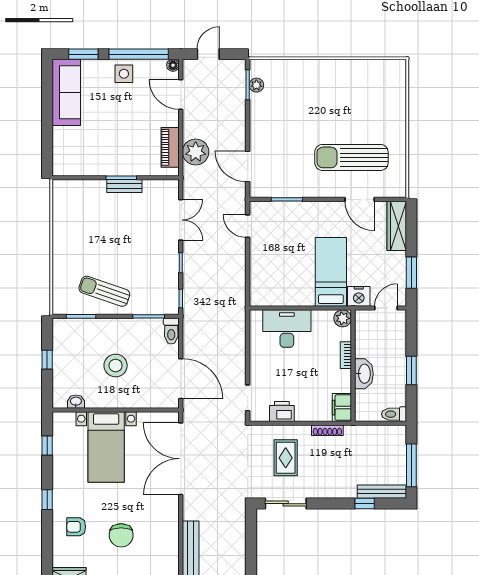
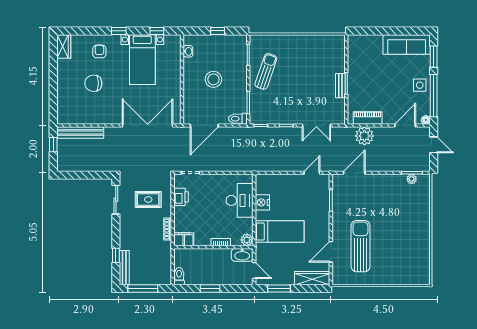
nightstand: (359, 296) -> (262, 202), moved
washbasin: (364, 374) -> (242, 255), moved
bed with nightstands: (106, 447) -> (142, 60), moved, turned -90

